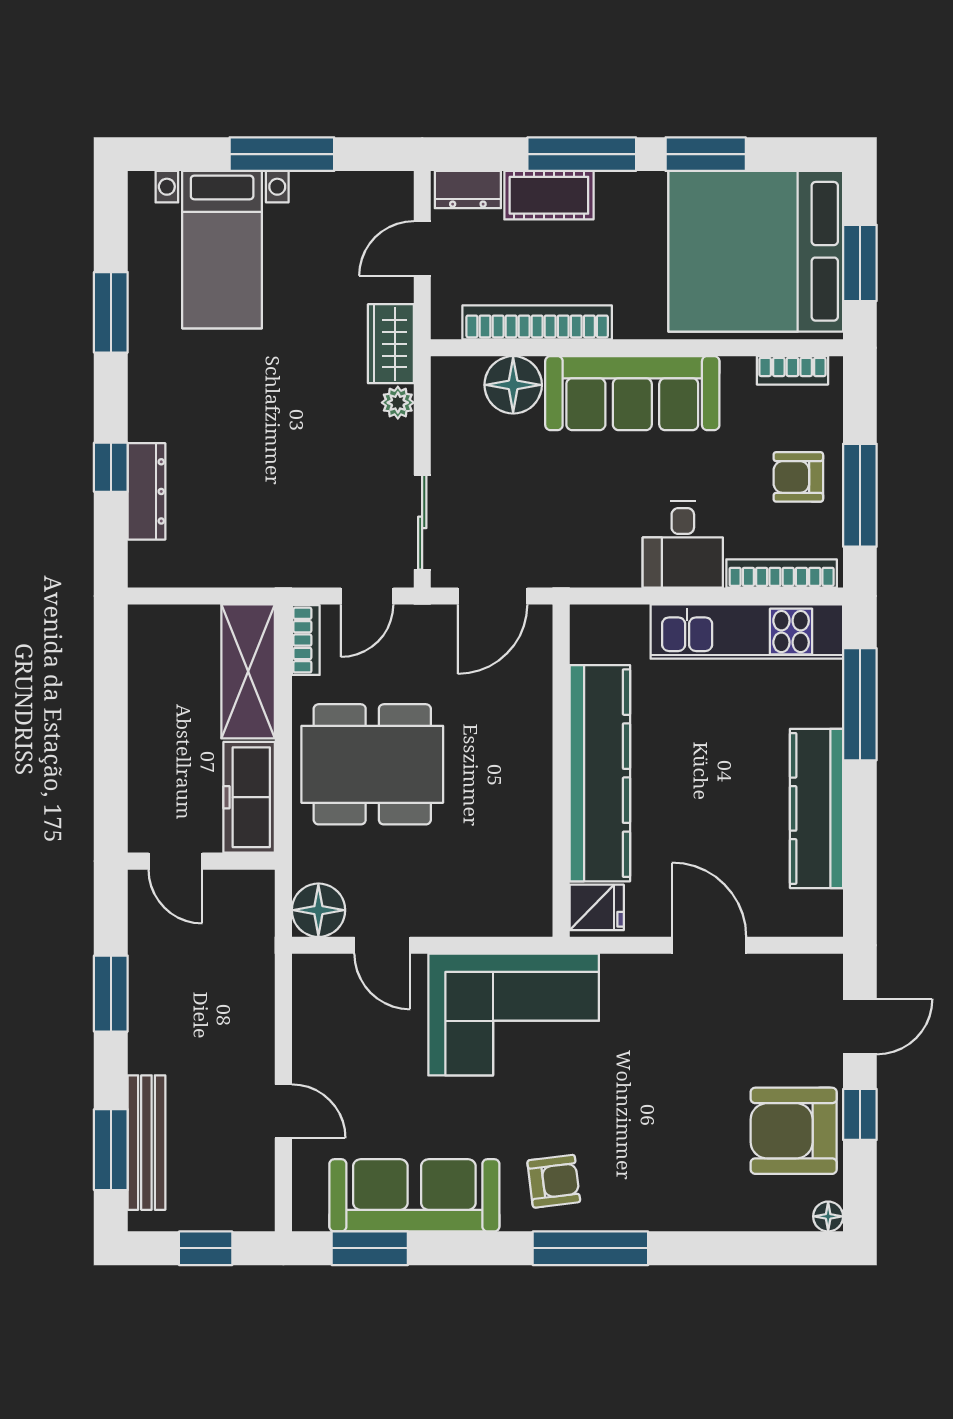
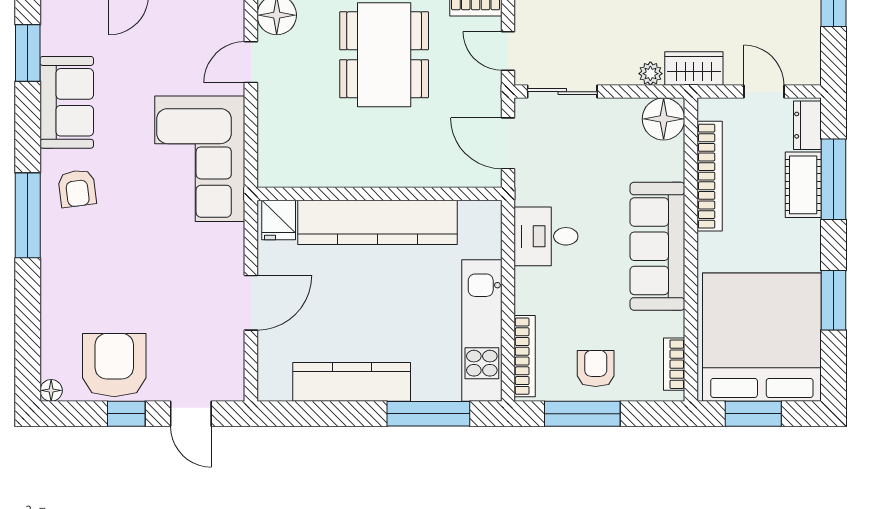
window: (582, 154) -> (833, 179), moved
floor lamp: (513, 385) -> (664, 119), moved
desk: (683, 544) -> (546, 236), moved
sofa: (414, 1195) -> (67, 102), width x0.73

